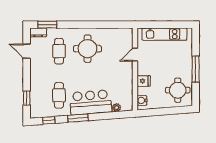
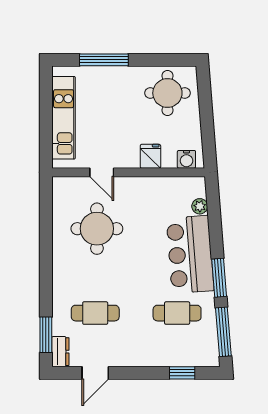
round table: (88, 49) -> (97, 229), moved
window: (196, 69) -> (104, 60), moved
window: (49, 120) -> (223, 332), width x2.17

